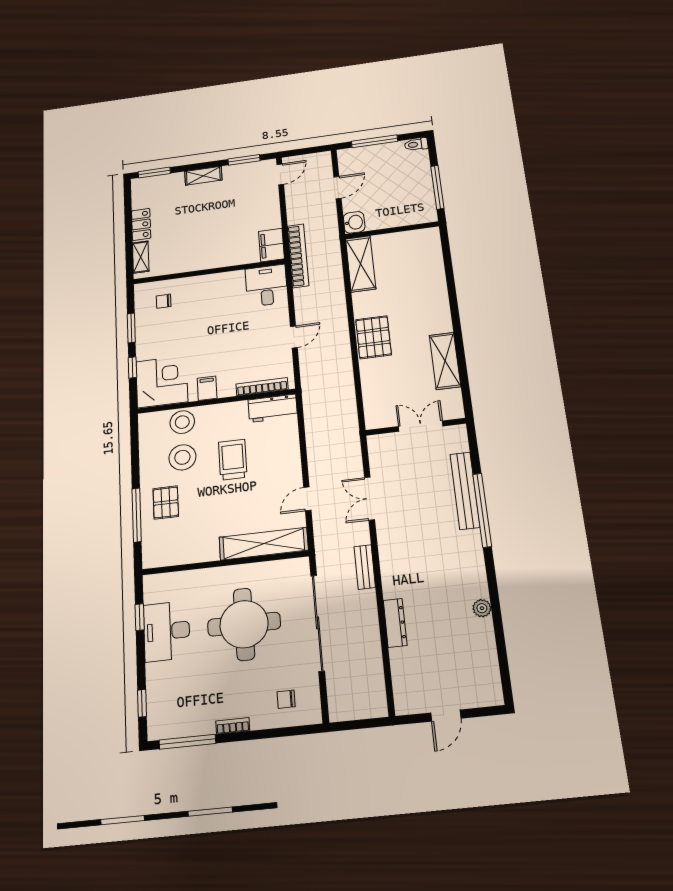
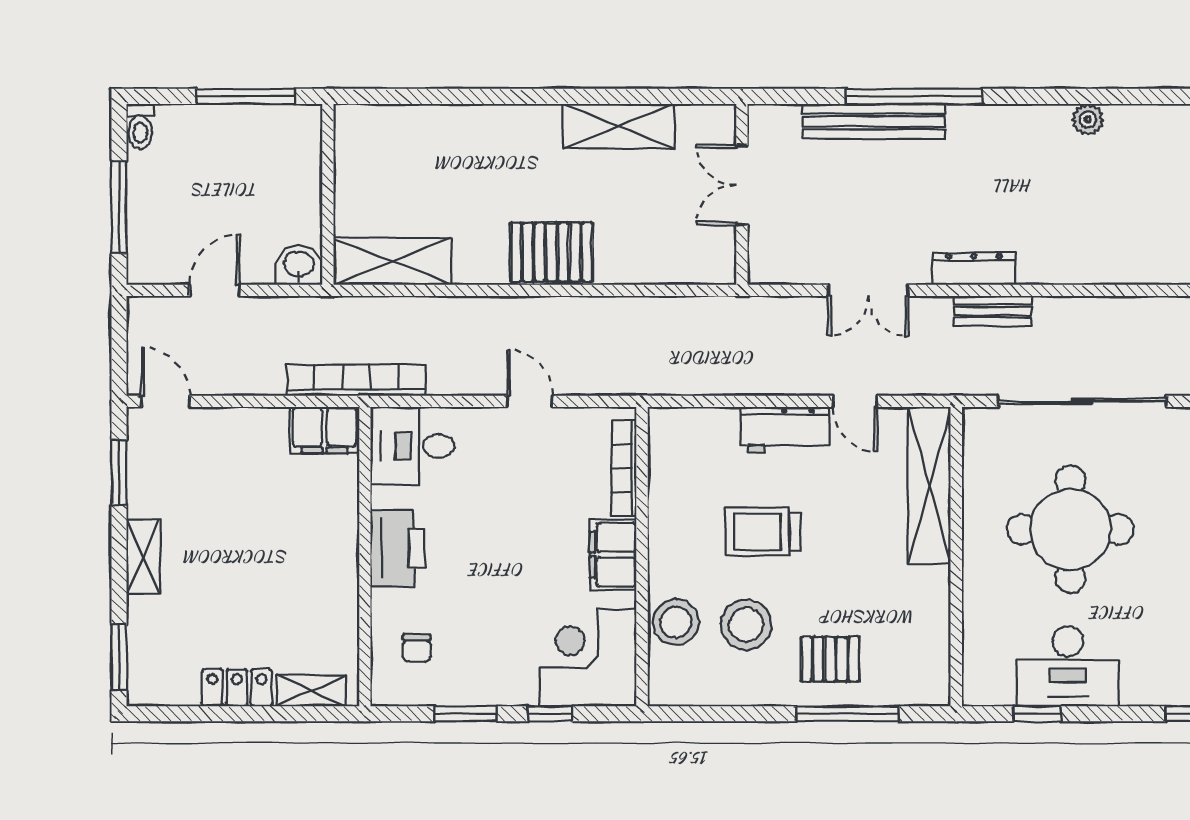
door: (337, 188) -> (215, 290), hinge flipped
printer: (214, 286) -> (397, 548), added
filing cabinet: (207, 388) -> (613, 555), width x2.00
workbench: (273, 408) -> (784, 430), moved, turned 90
dresser: (395, 623) -> (974, 269), moved

